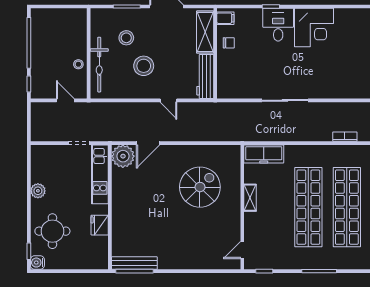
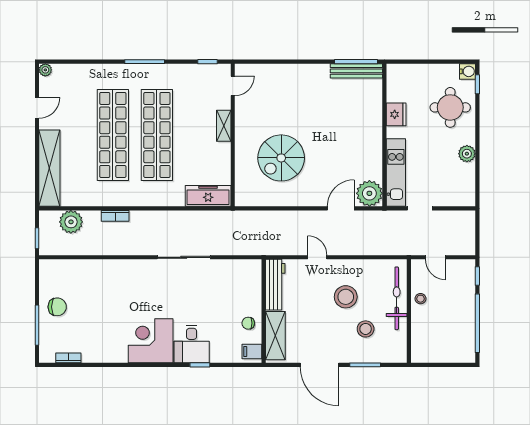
shelving: (250, 198) -> (224, 126), moved

